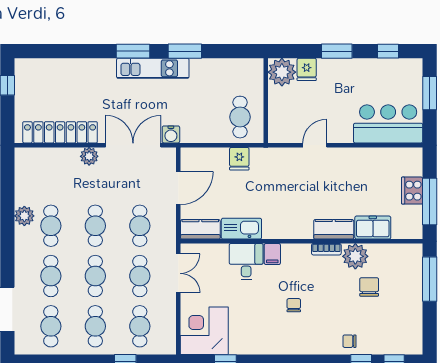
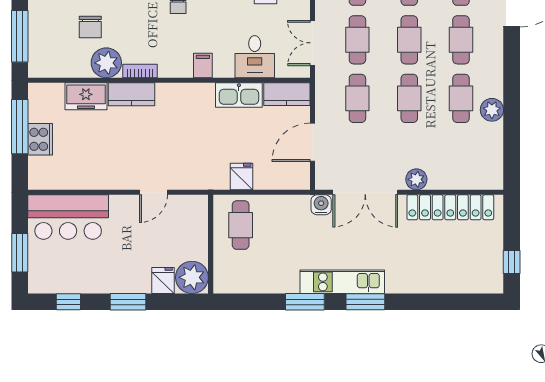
desk: (246, 262) -> (255, 57), moved

